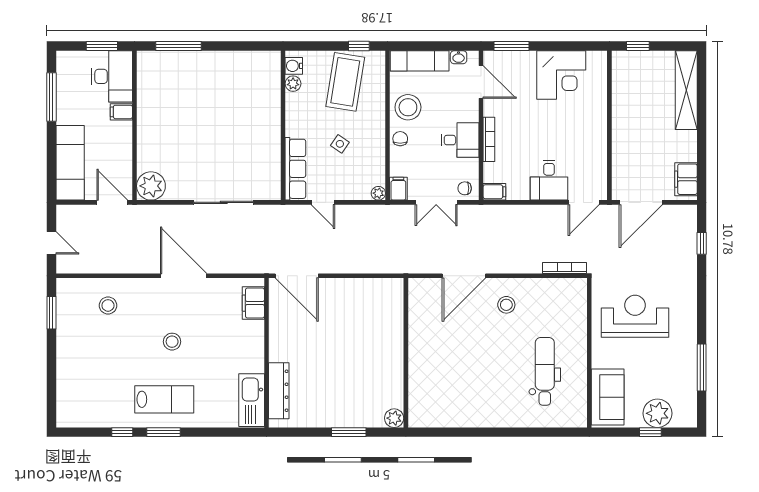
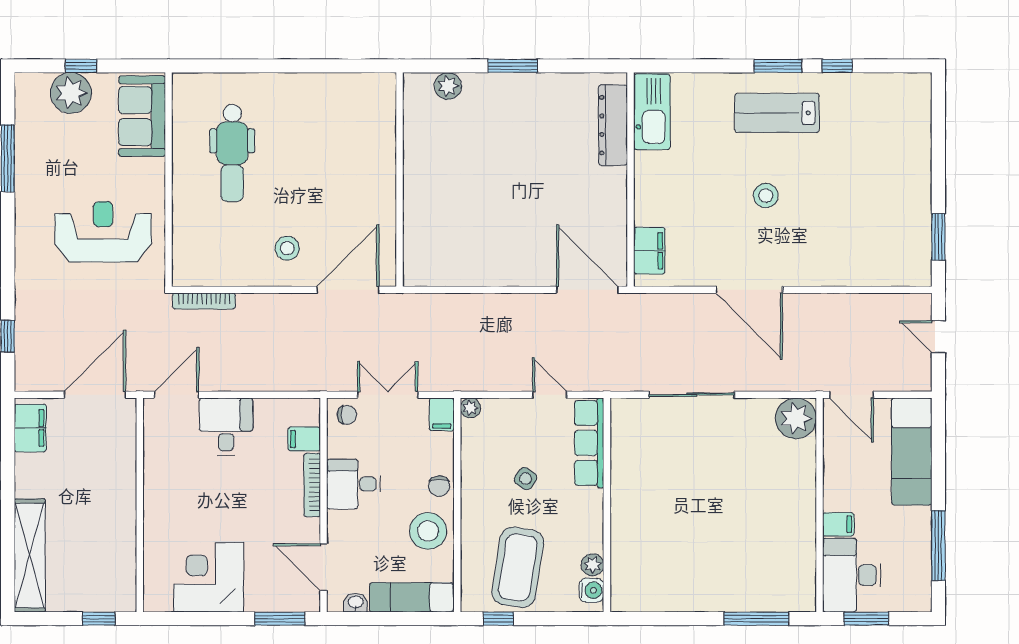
filing cabinet: (494, 192) -> (304, 439), moved
stool: (108, 305) -> (857, 247), removed
reception desk: (635, 316) -> (103, 232), turned 180
wall: (406, 353) -> (400, 180), moved

